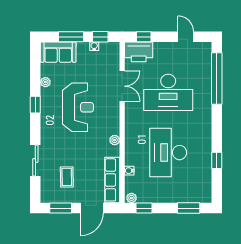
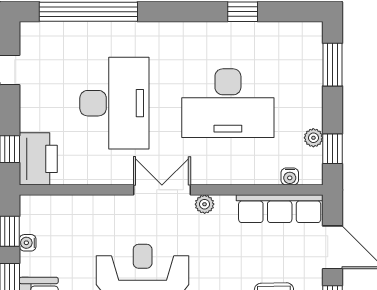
double door: (122, 86) -> (162, 190), moved
water cooler: (129, 171) -> (290, 176), moved
plant: (132, 198) -> (313, 138), moved

